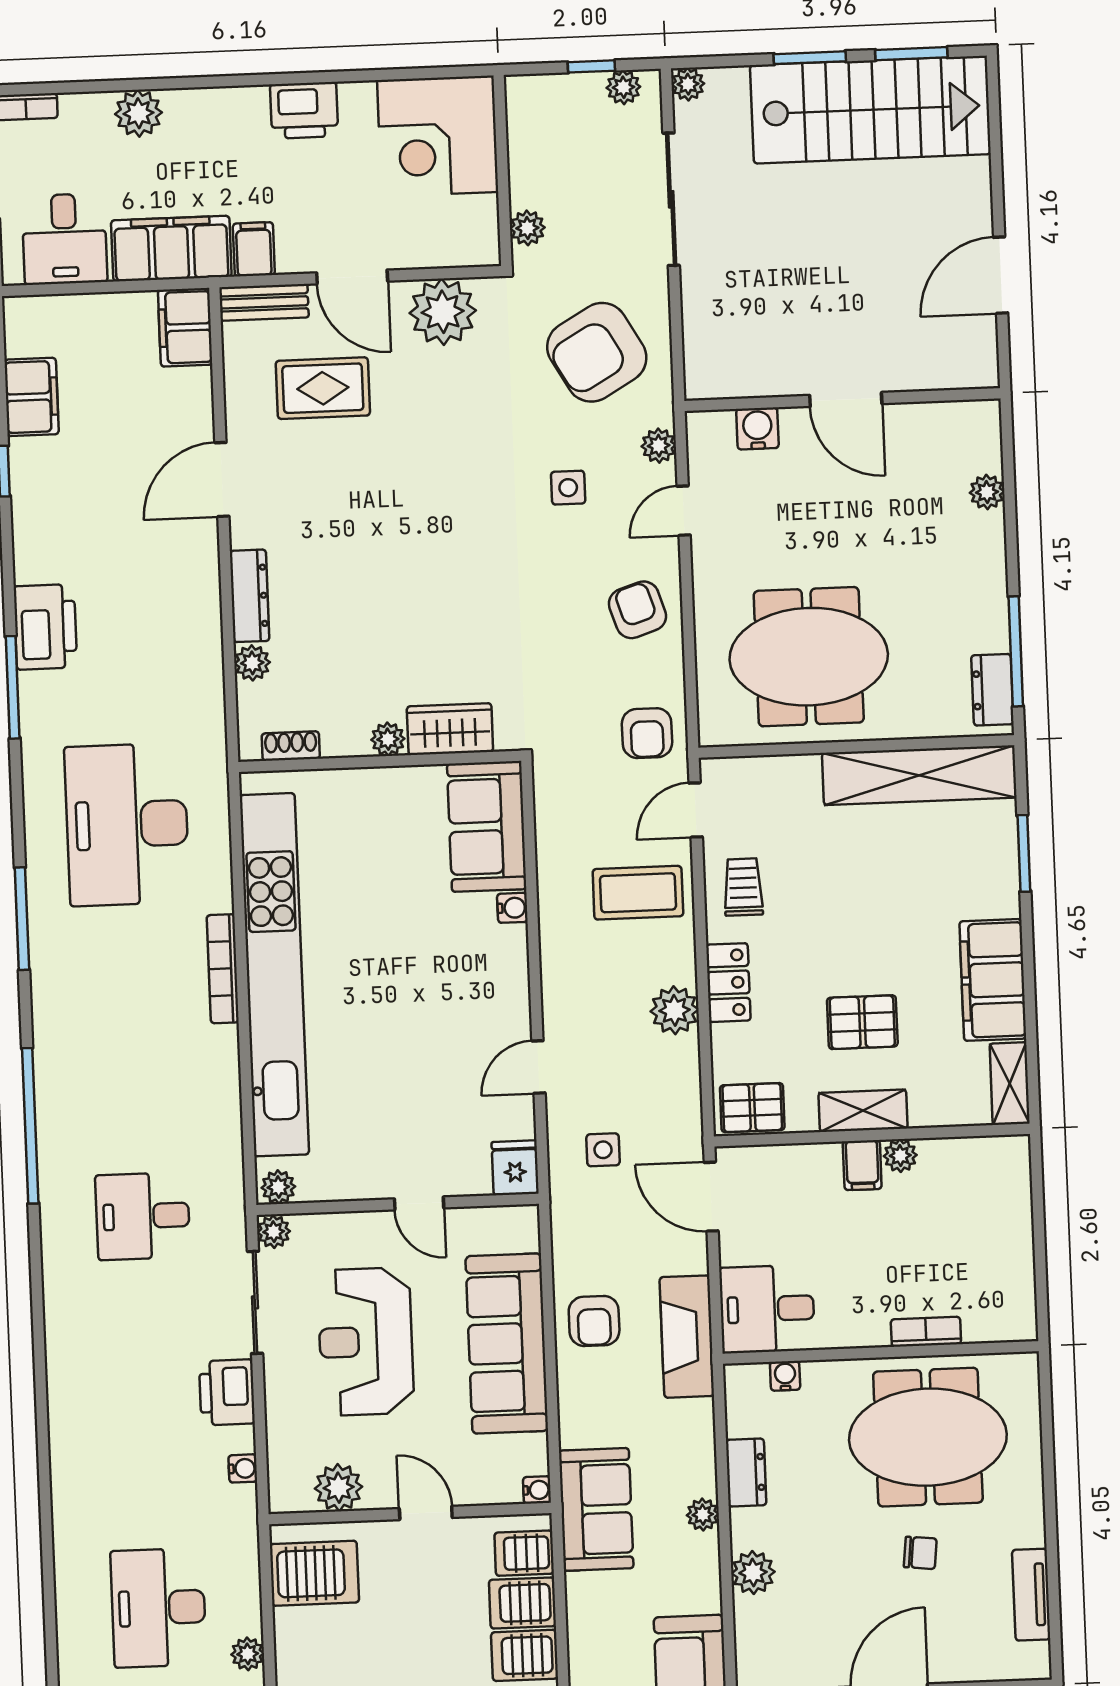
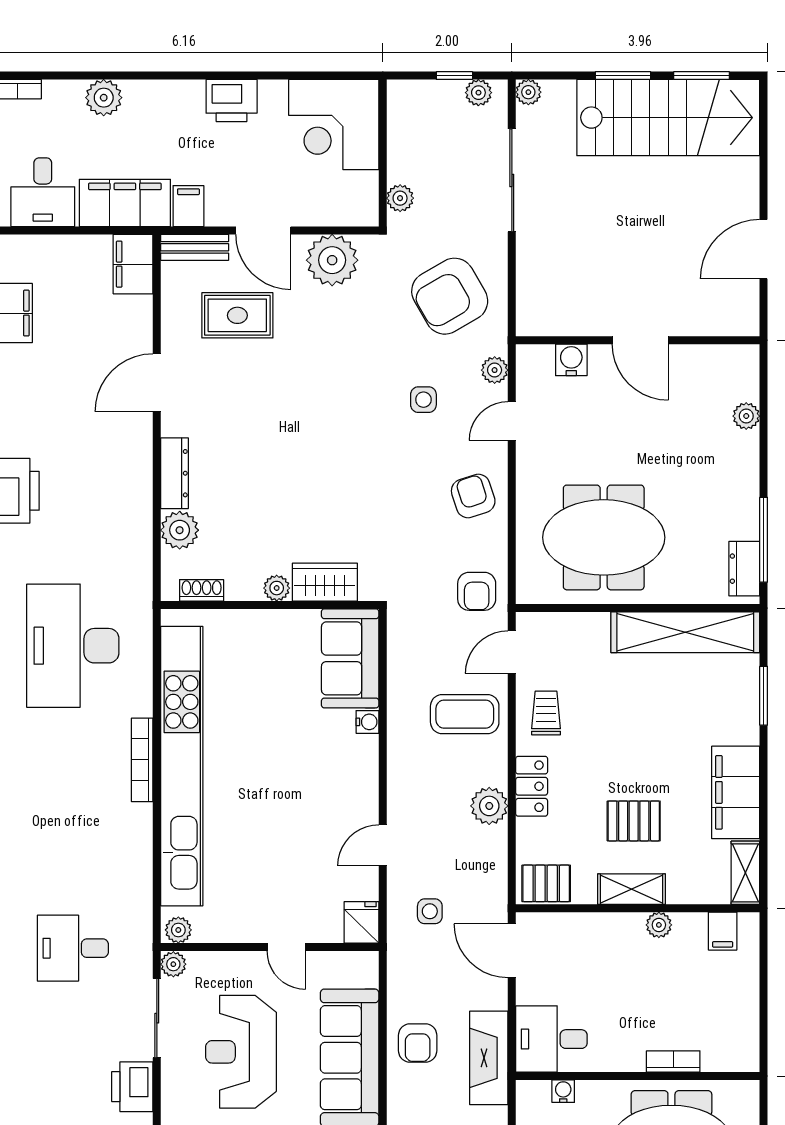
plant: (252, 663) -> (180, 530), width x1.38, depth x1.38
filing cabinet: (862, 1165) -> (723, 931), moved

